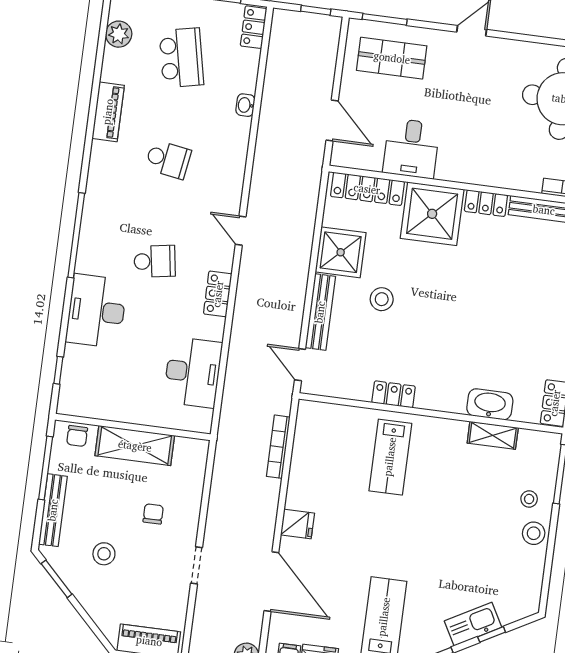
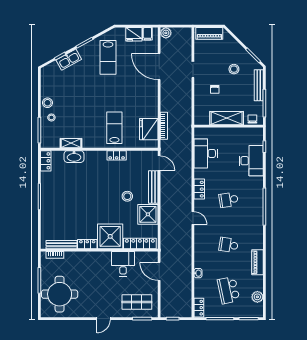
desk: (96, 311) -> (251, 161), moved
fridge: (297, 524) -> (149, 129), moved, width x1.88, depth x1.34

